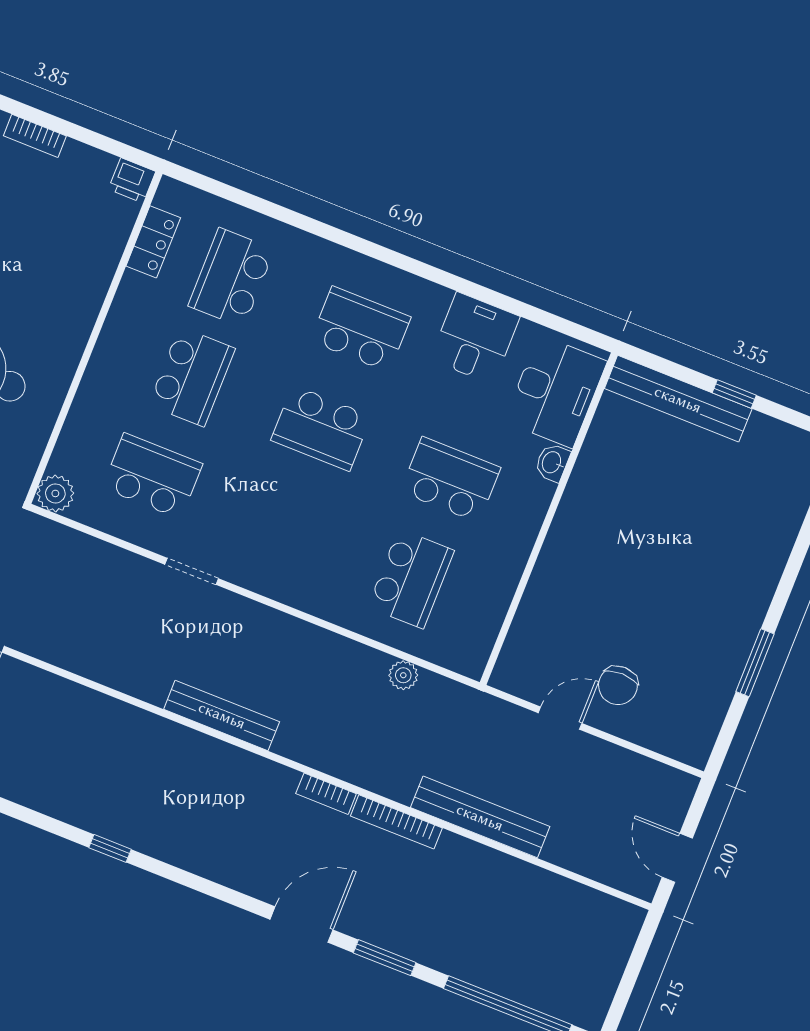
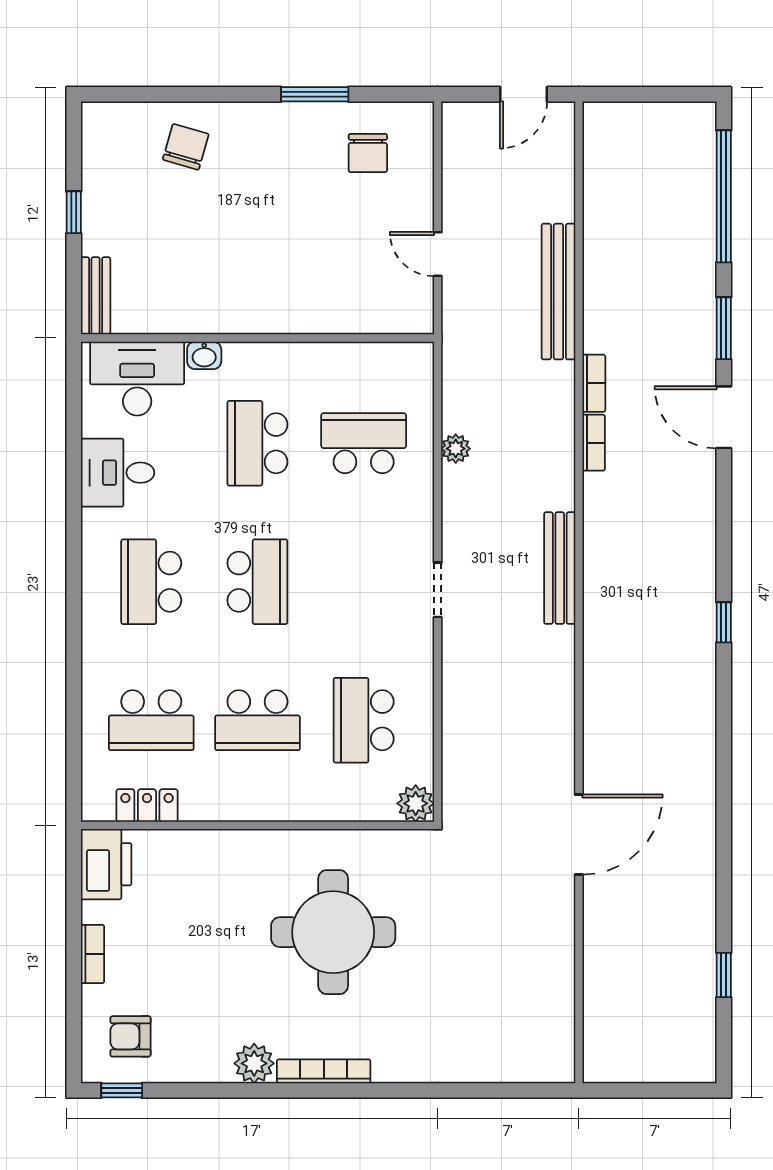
printer: (132, 180) -> (106, 864), width x1.87, depth x1.48
school desk: (192, 377) -> (257, 720), turned 180
bench: (678, 399) -> (96, 296), width x0.54, depth x0.82
chair: (754, 523) -> (186, 147), added
doorway: (192, 571) -> (438, 590), moved
plant: (403, 675) -> (456, 449), moved
chair: (618, 685) -> (368, 153), moved, turned 90
bookcase: (396, 822) -> (594, 383), width x0.64

